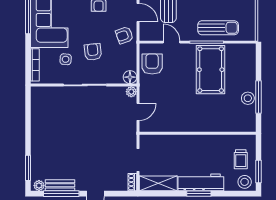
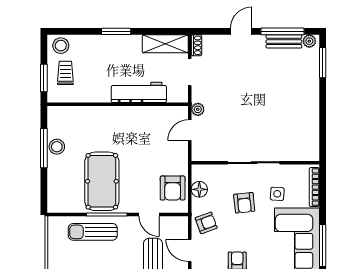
floor lamp: (130, 77) -> (199, 189), moved
plant: (131, 92) -> (198, 109), moved
window: (259, 171) -> (44, 78), moved
workbench: (201, 182) -> (139, 92), moved, turned 180

